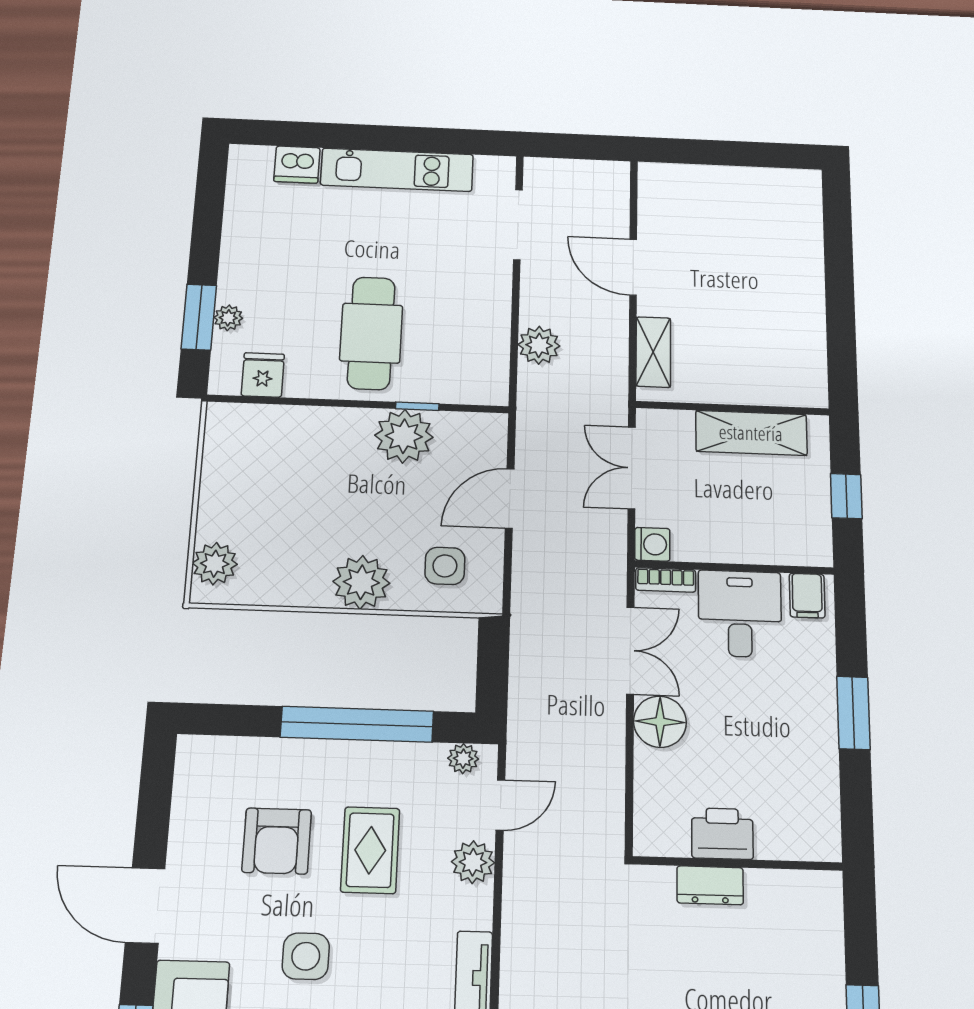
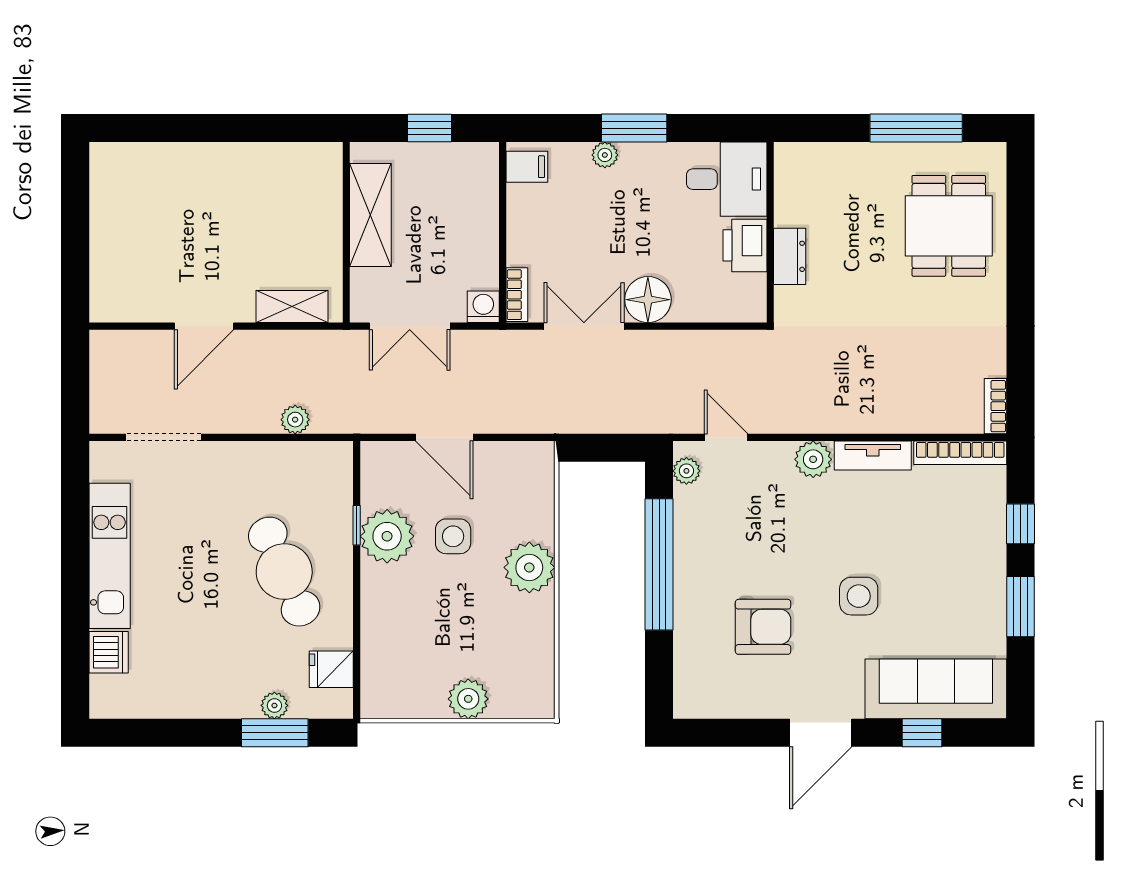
cafe table: (371, 333) -> (284, 572), turned 66
plant: (539, 345) -> (295, 420), width x0.73, depth x0.73
plant: (215, 564) -> (468, 699), moved
side table: (445, 566) -> (453, 536), moved
desk: (740, 614) -> (727, 179), moved, turned 180
plant: (822, 680) -> (605, 155), added
rug: (370, 850) -> (768, 547), removed
plant: (473, 862) -> (813, 459), moved

